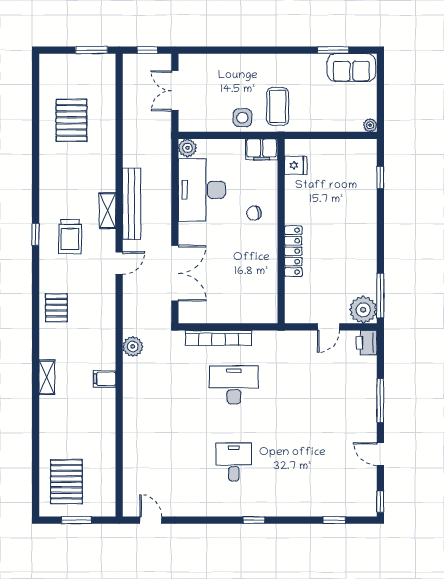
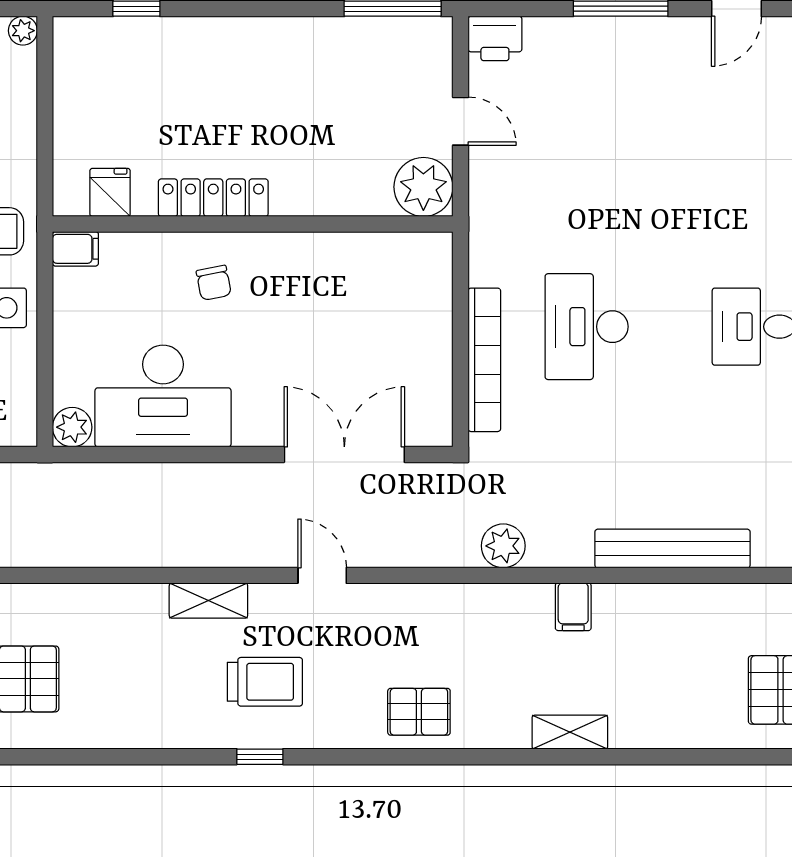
filing cabinet: (262, 149) -> (75, 249), width x0.50
bench: (132, 204) -> (673, 549), moved
locker: (293, 251) -> (213, 198), moved
plant: (363, 310) -> (423, 187), moved

